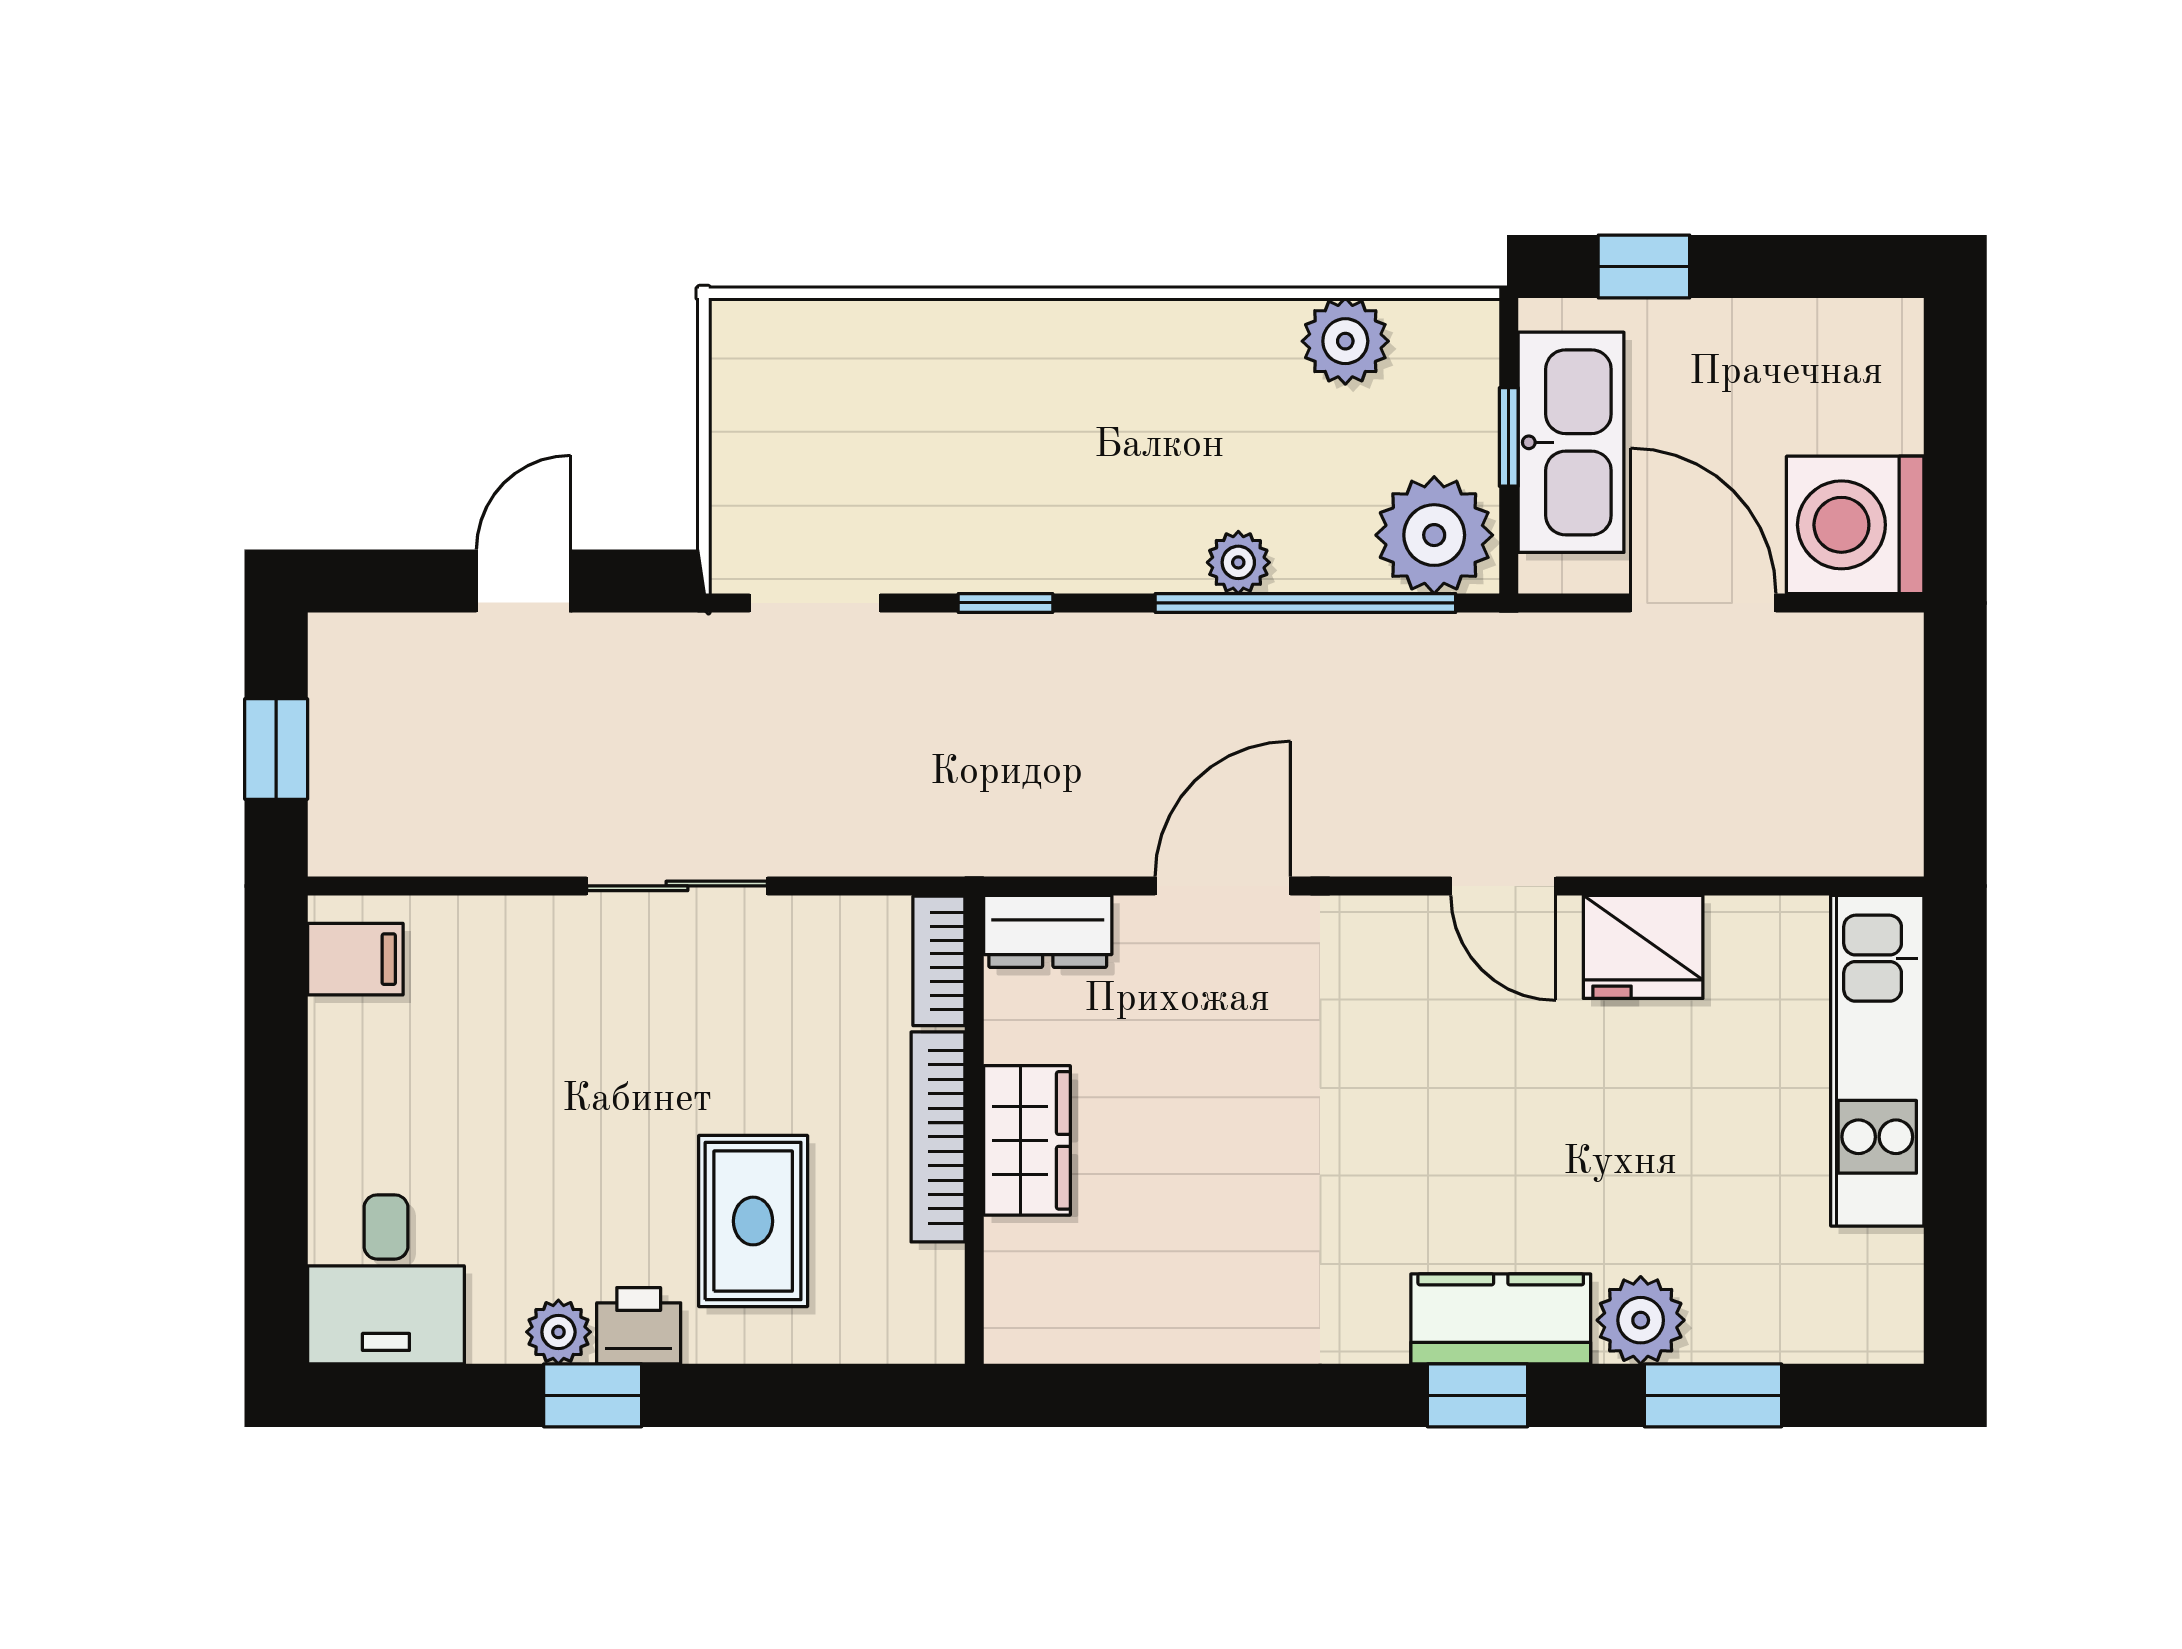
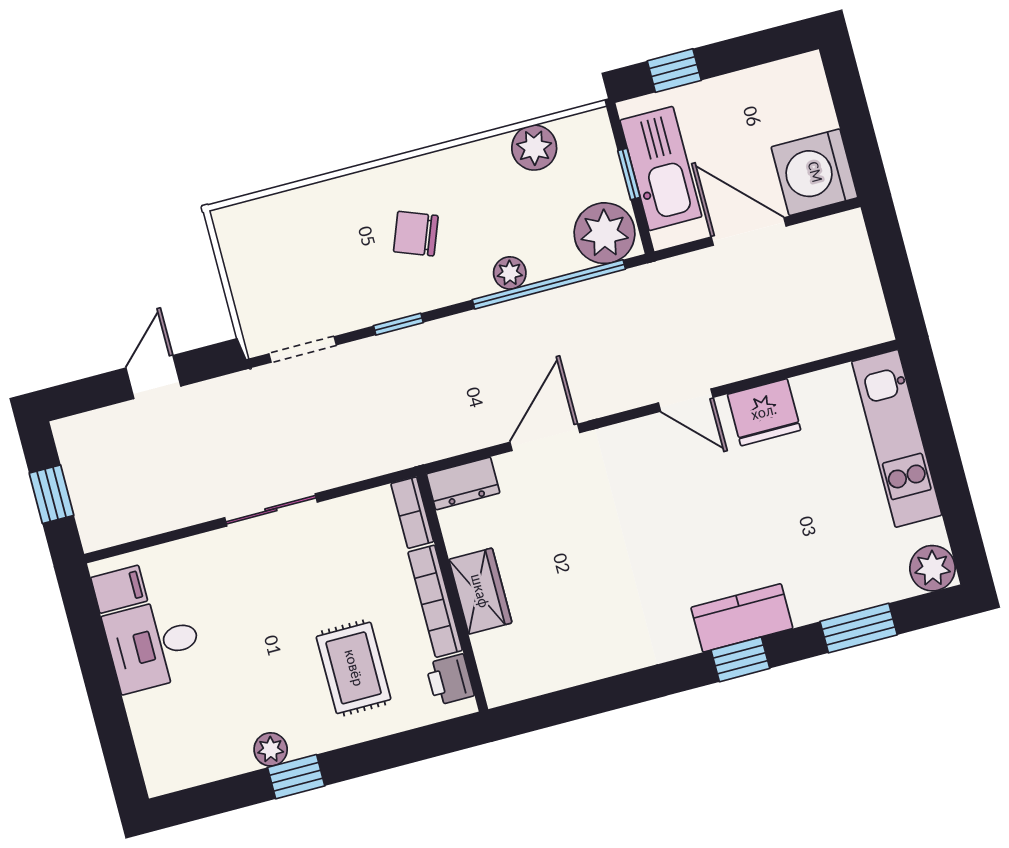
chair: (1083, 443) -> (416, 234), added
desk: (386, 1279) -> (154, 645), moved, turned 90
plant: (1641, 1320) -> (933, 568), moved
printer: (639, 1326) -> (450, 680), moved, turned -90

